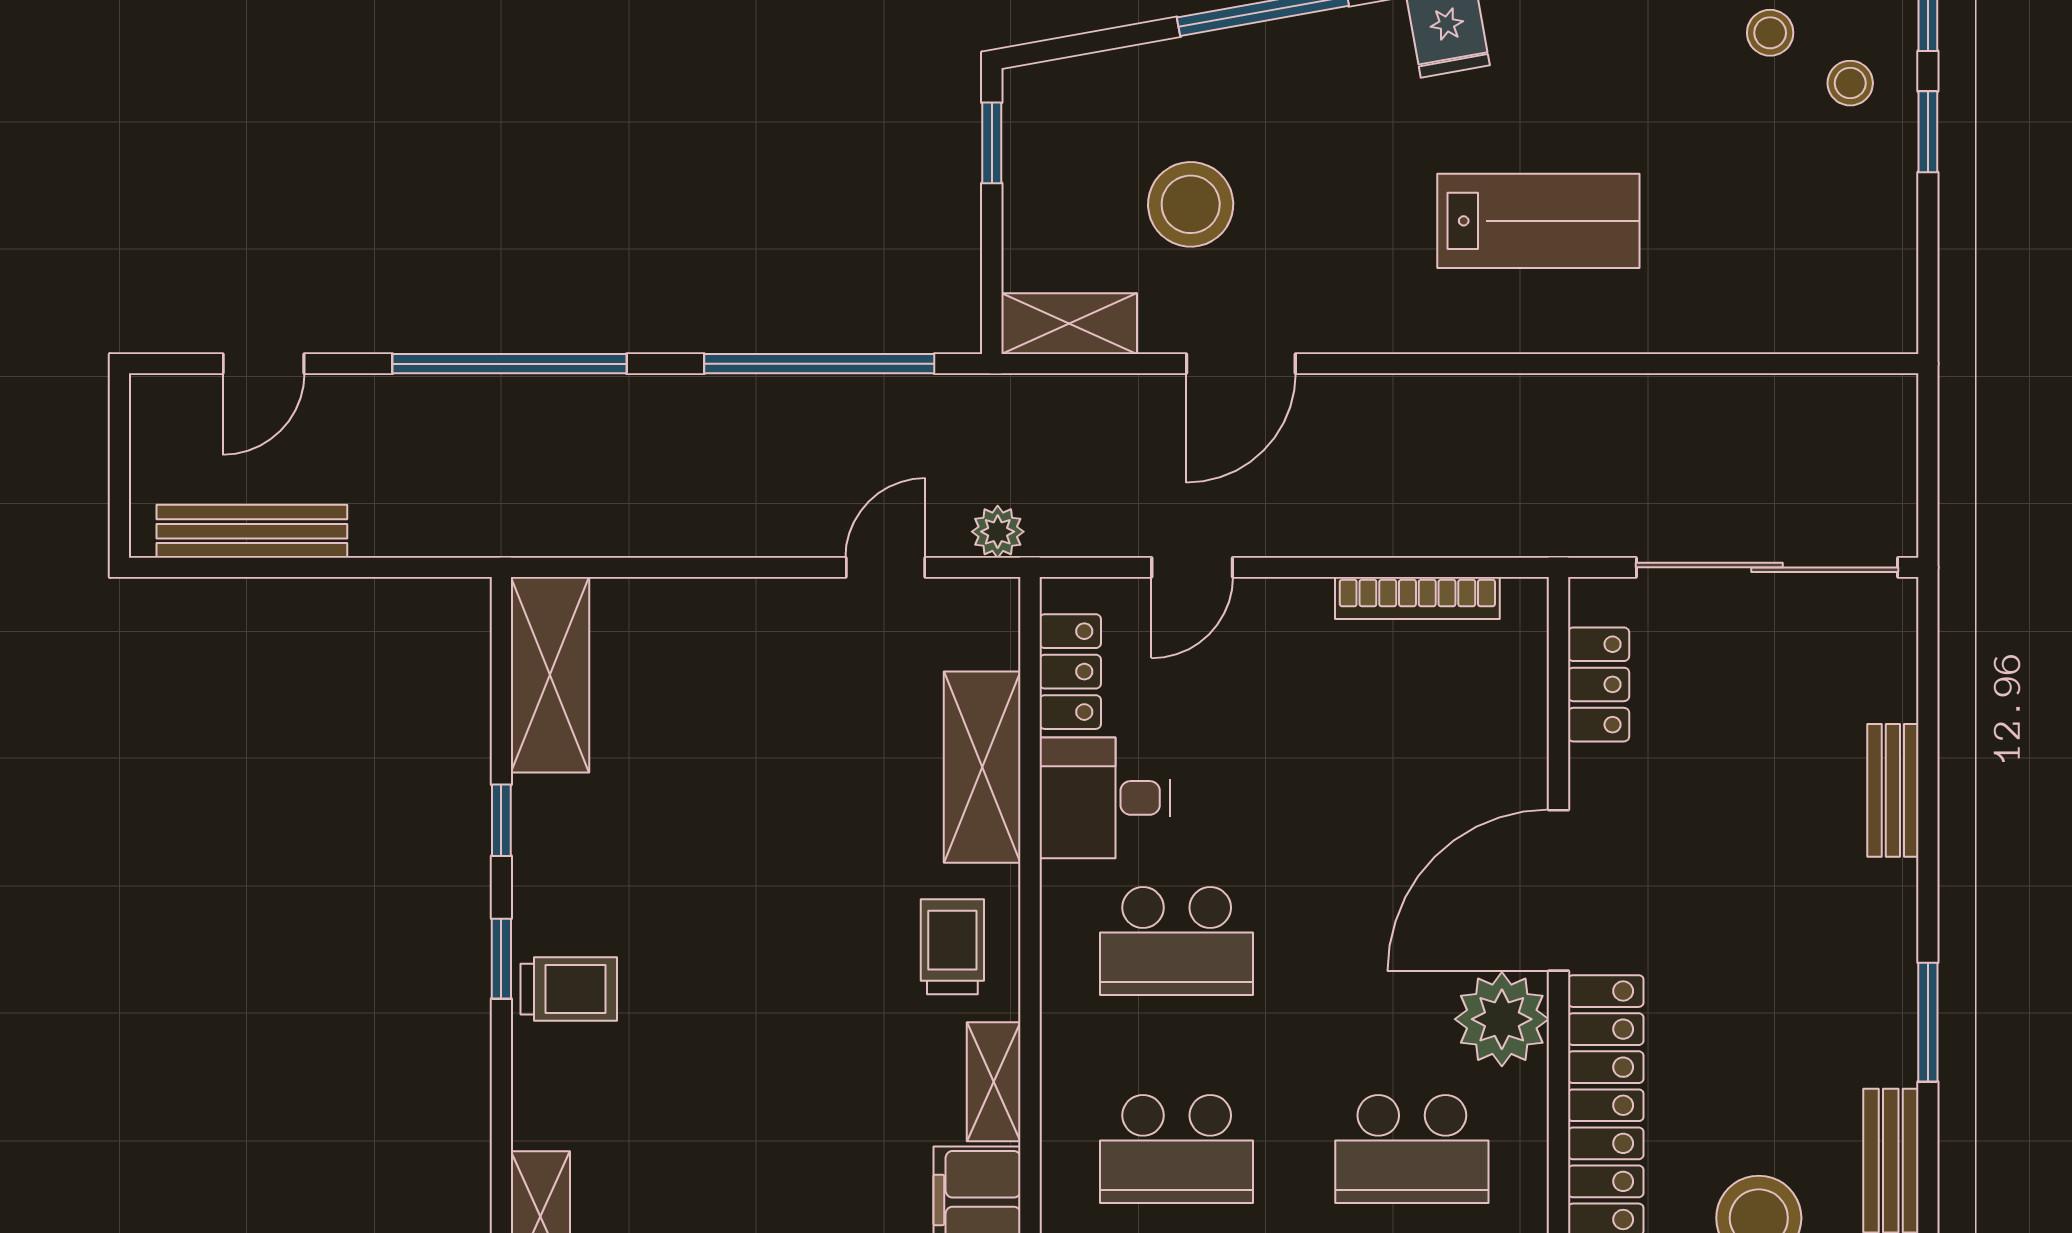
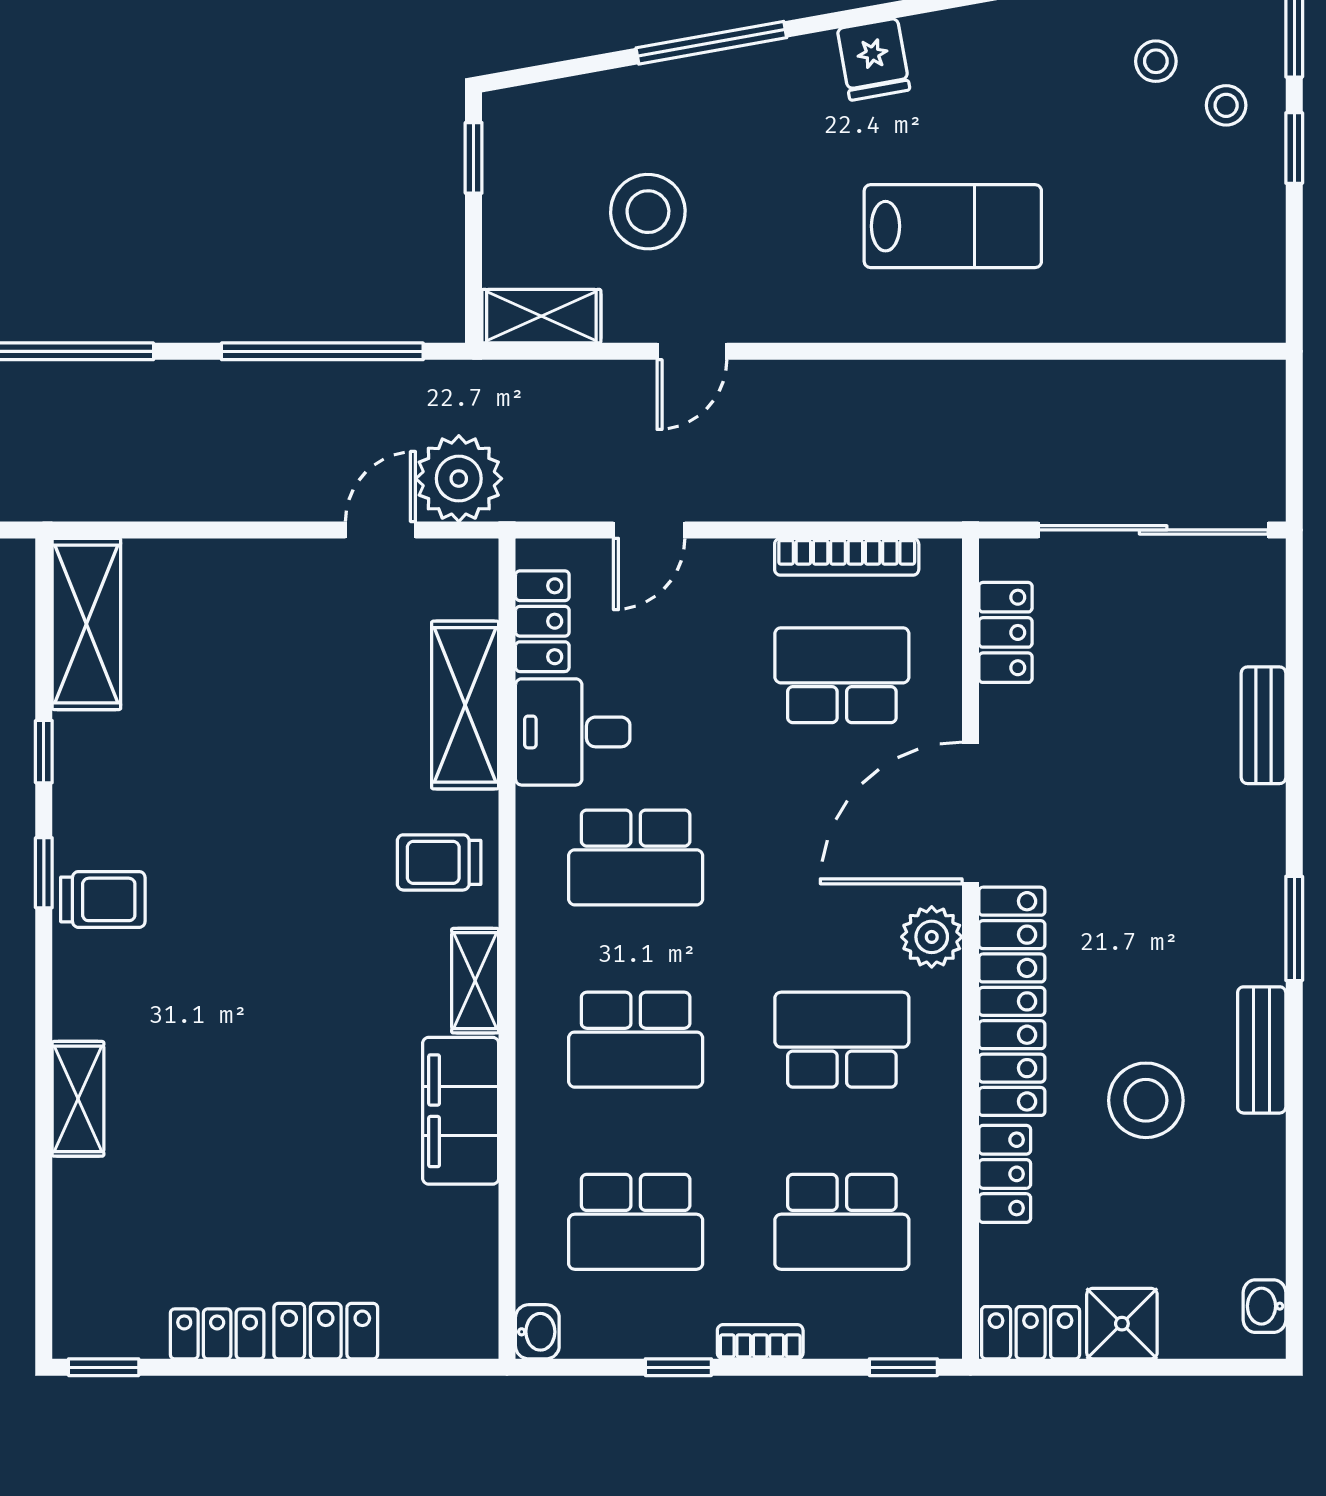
door: (1241, 364) -> (692, 351), width x0.73
plant: (998, 532) -> (459, 479), width x1.88, depth x1.88
school desk: (1412, 733) -> (842, 675), added
trolley: (952, 947) -> (439, 862), turned -90
plant: (1502, 1019) -> (932, 937), width x0.73, depth x0.73
school desk: (1412, 1149) -> (842, 1040), turned 180

